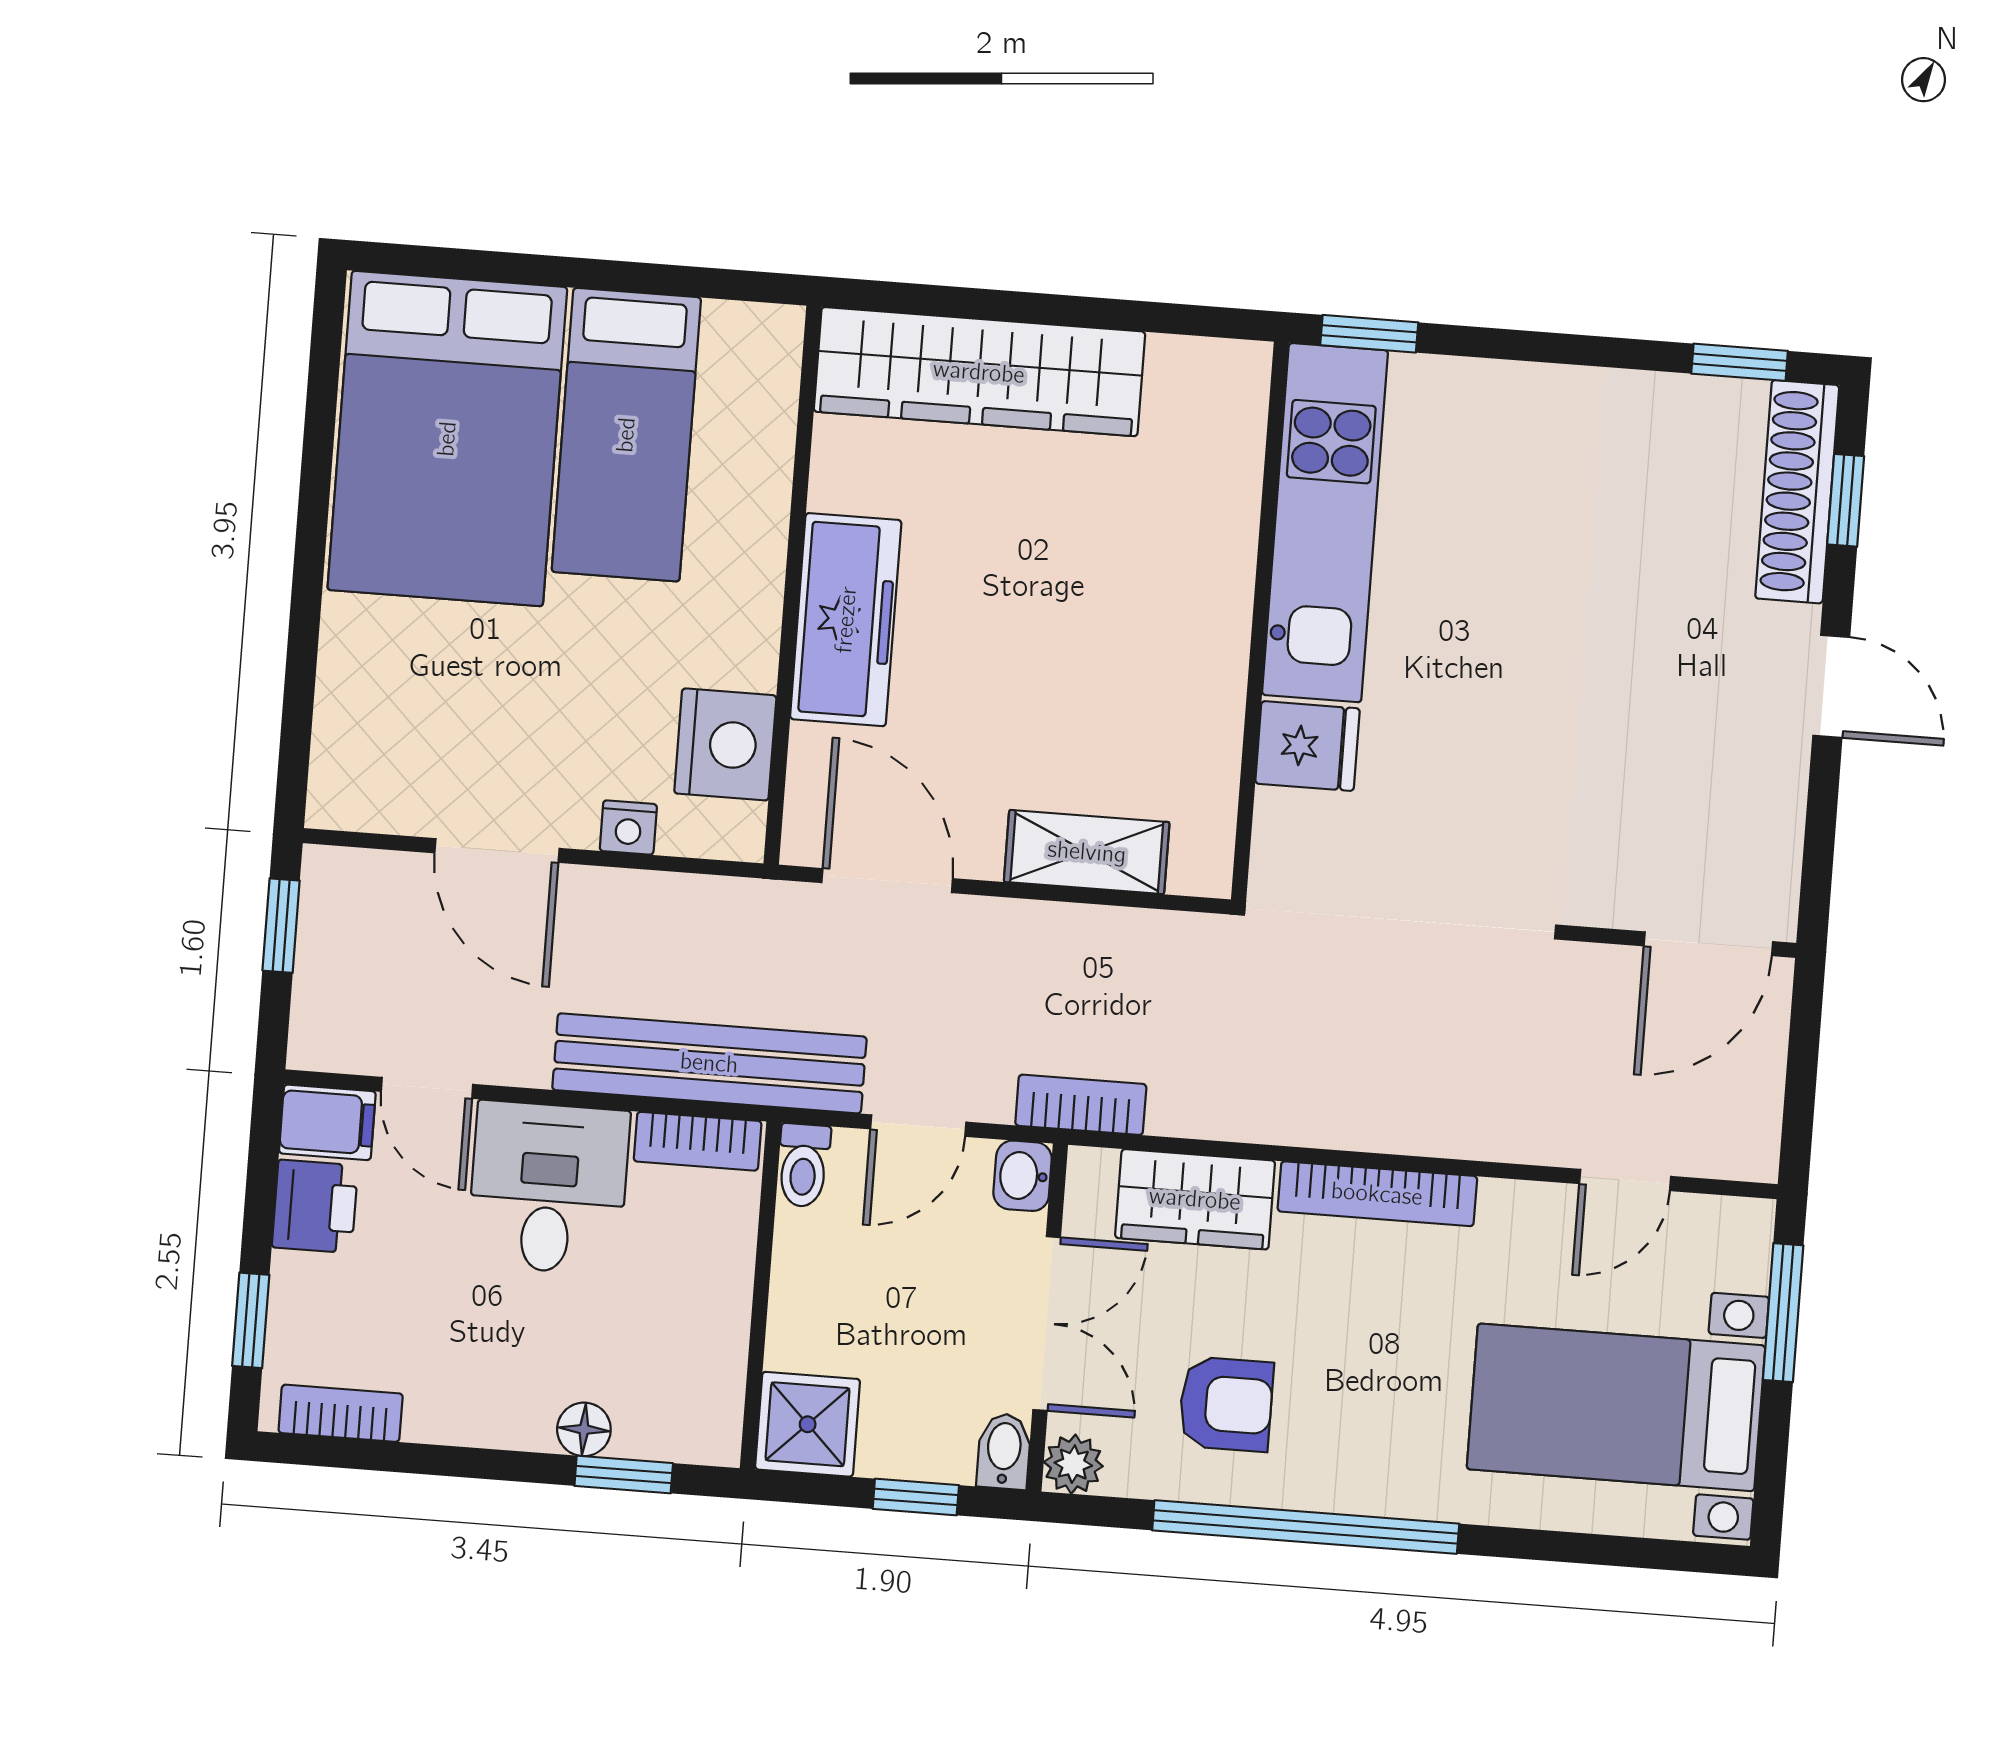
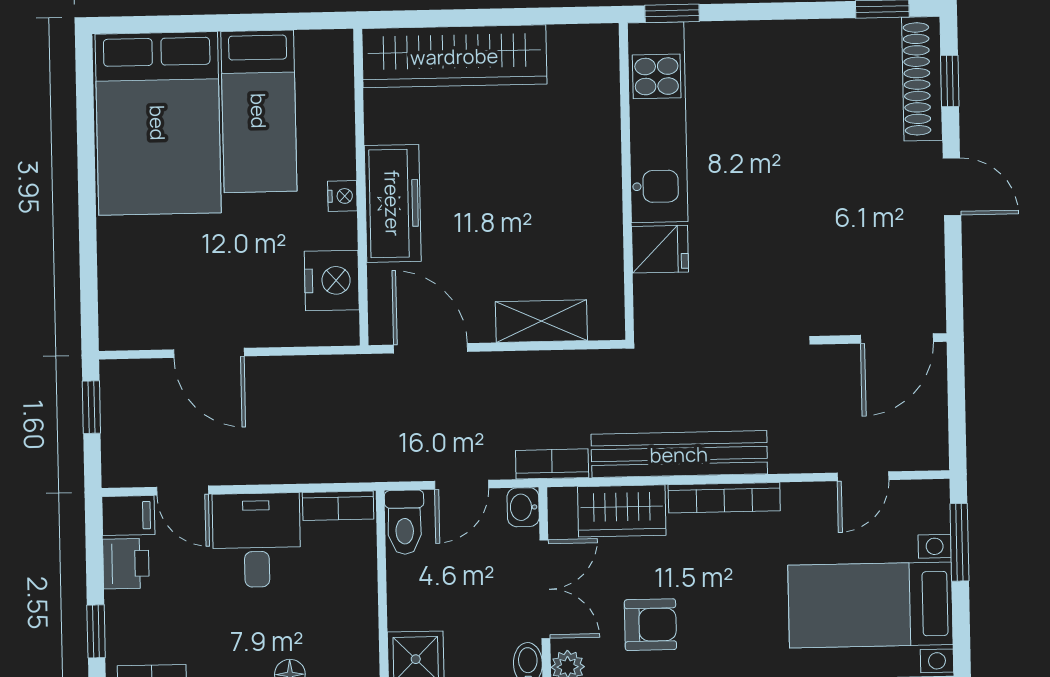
nightstand: (628, 828) -> (342, 196), moved, turned -90
bench: (709, 1063) -> (679, 454), moved
toilet: (803, 1165) -> (405, 522), width x1.37, depth x1.39

